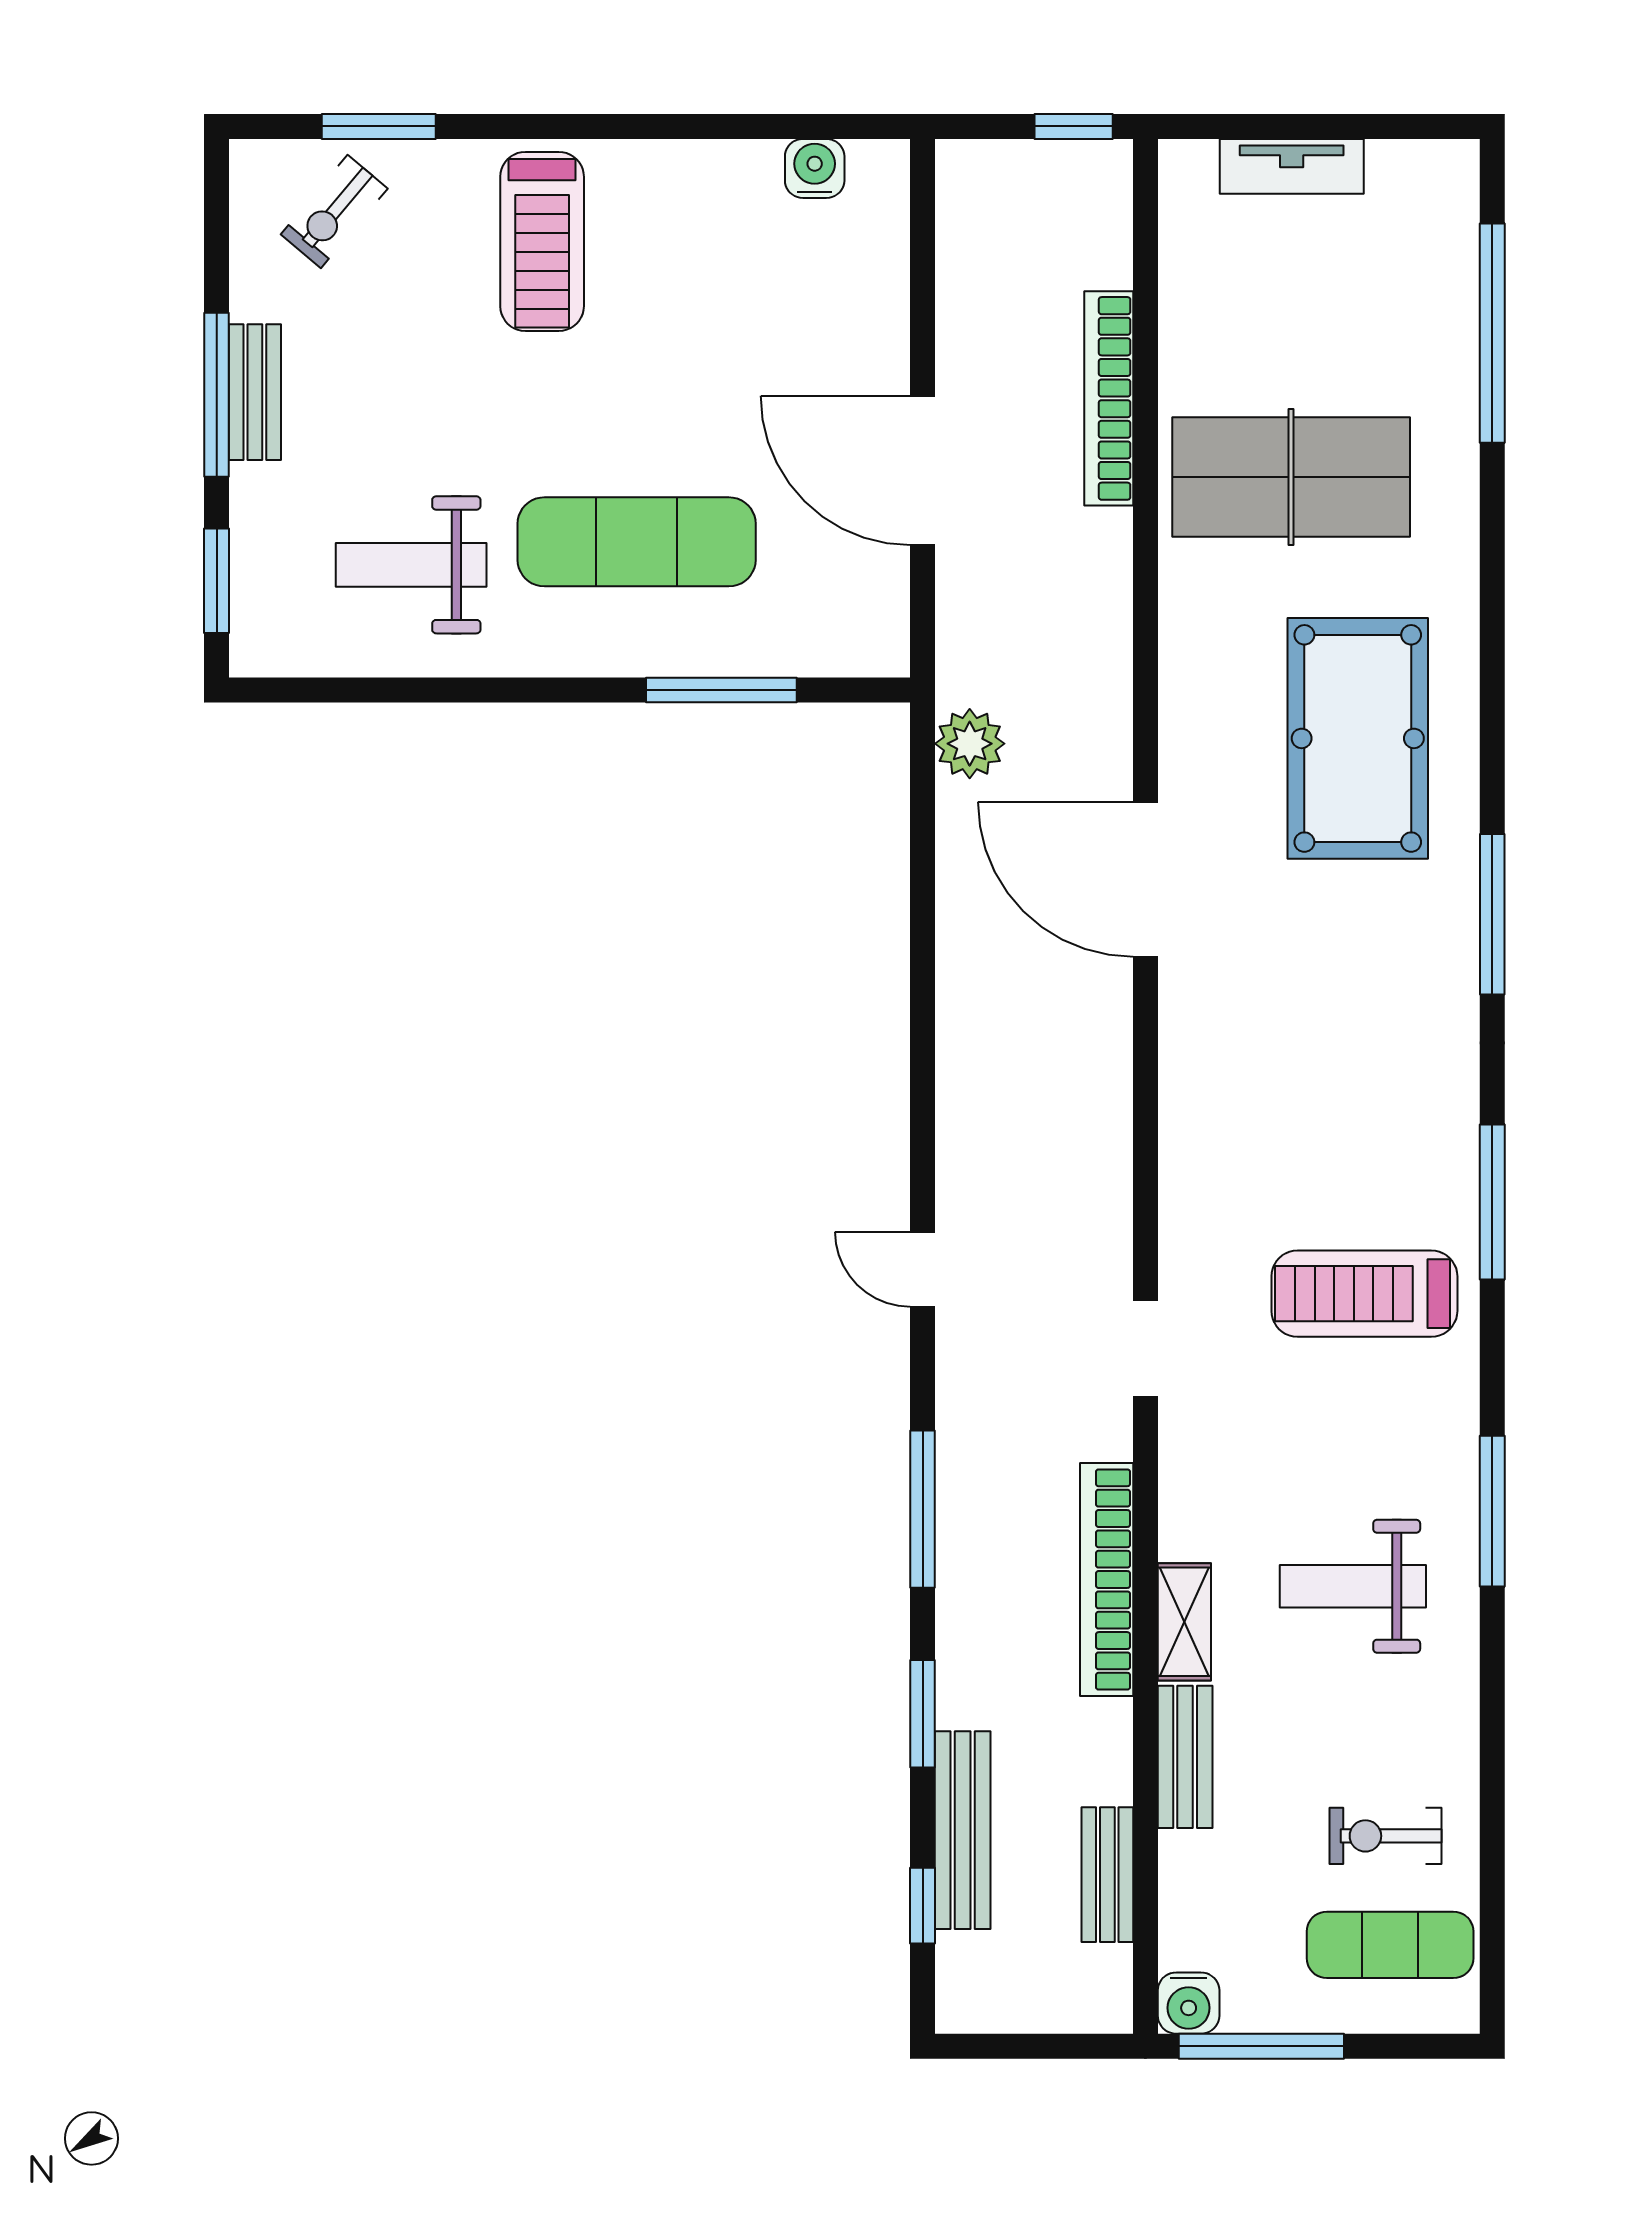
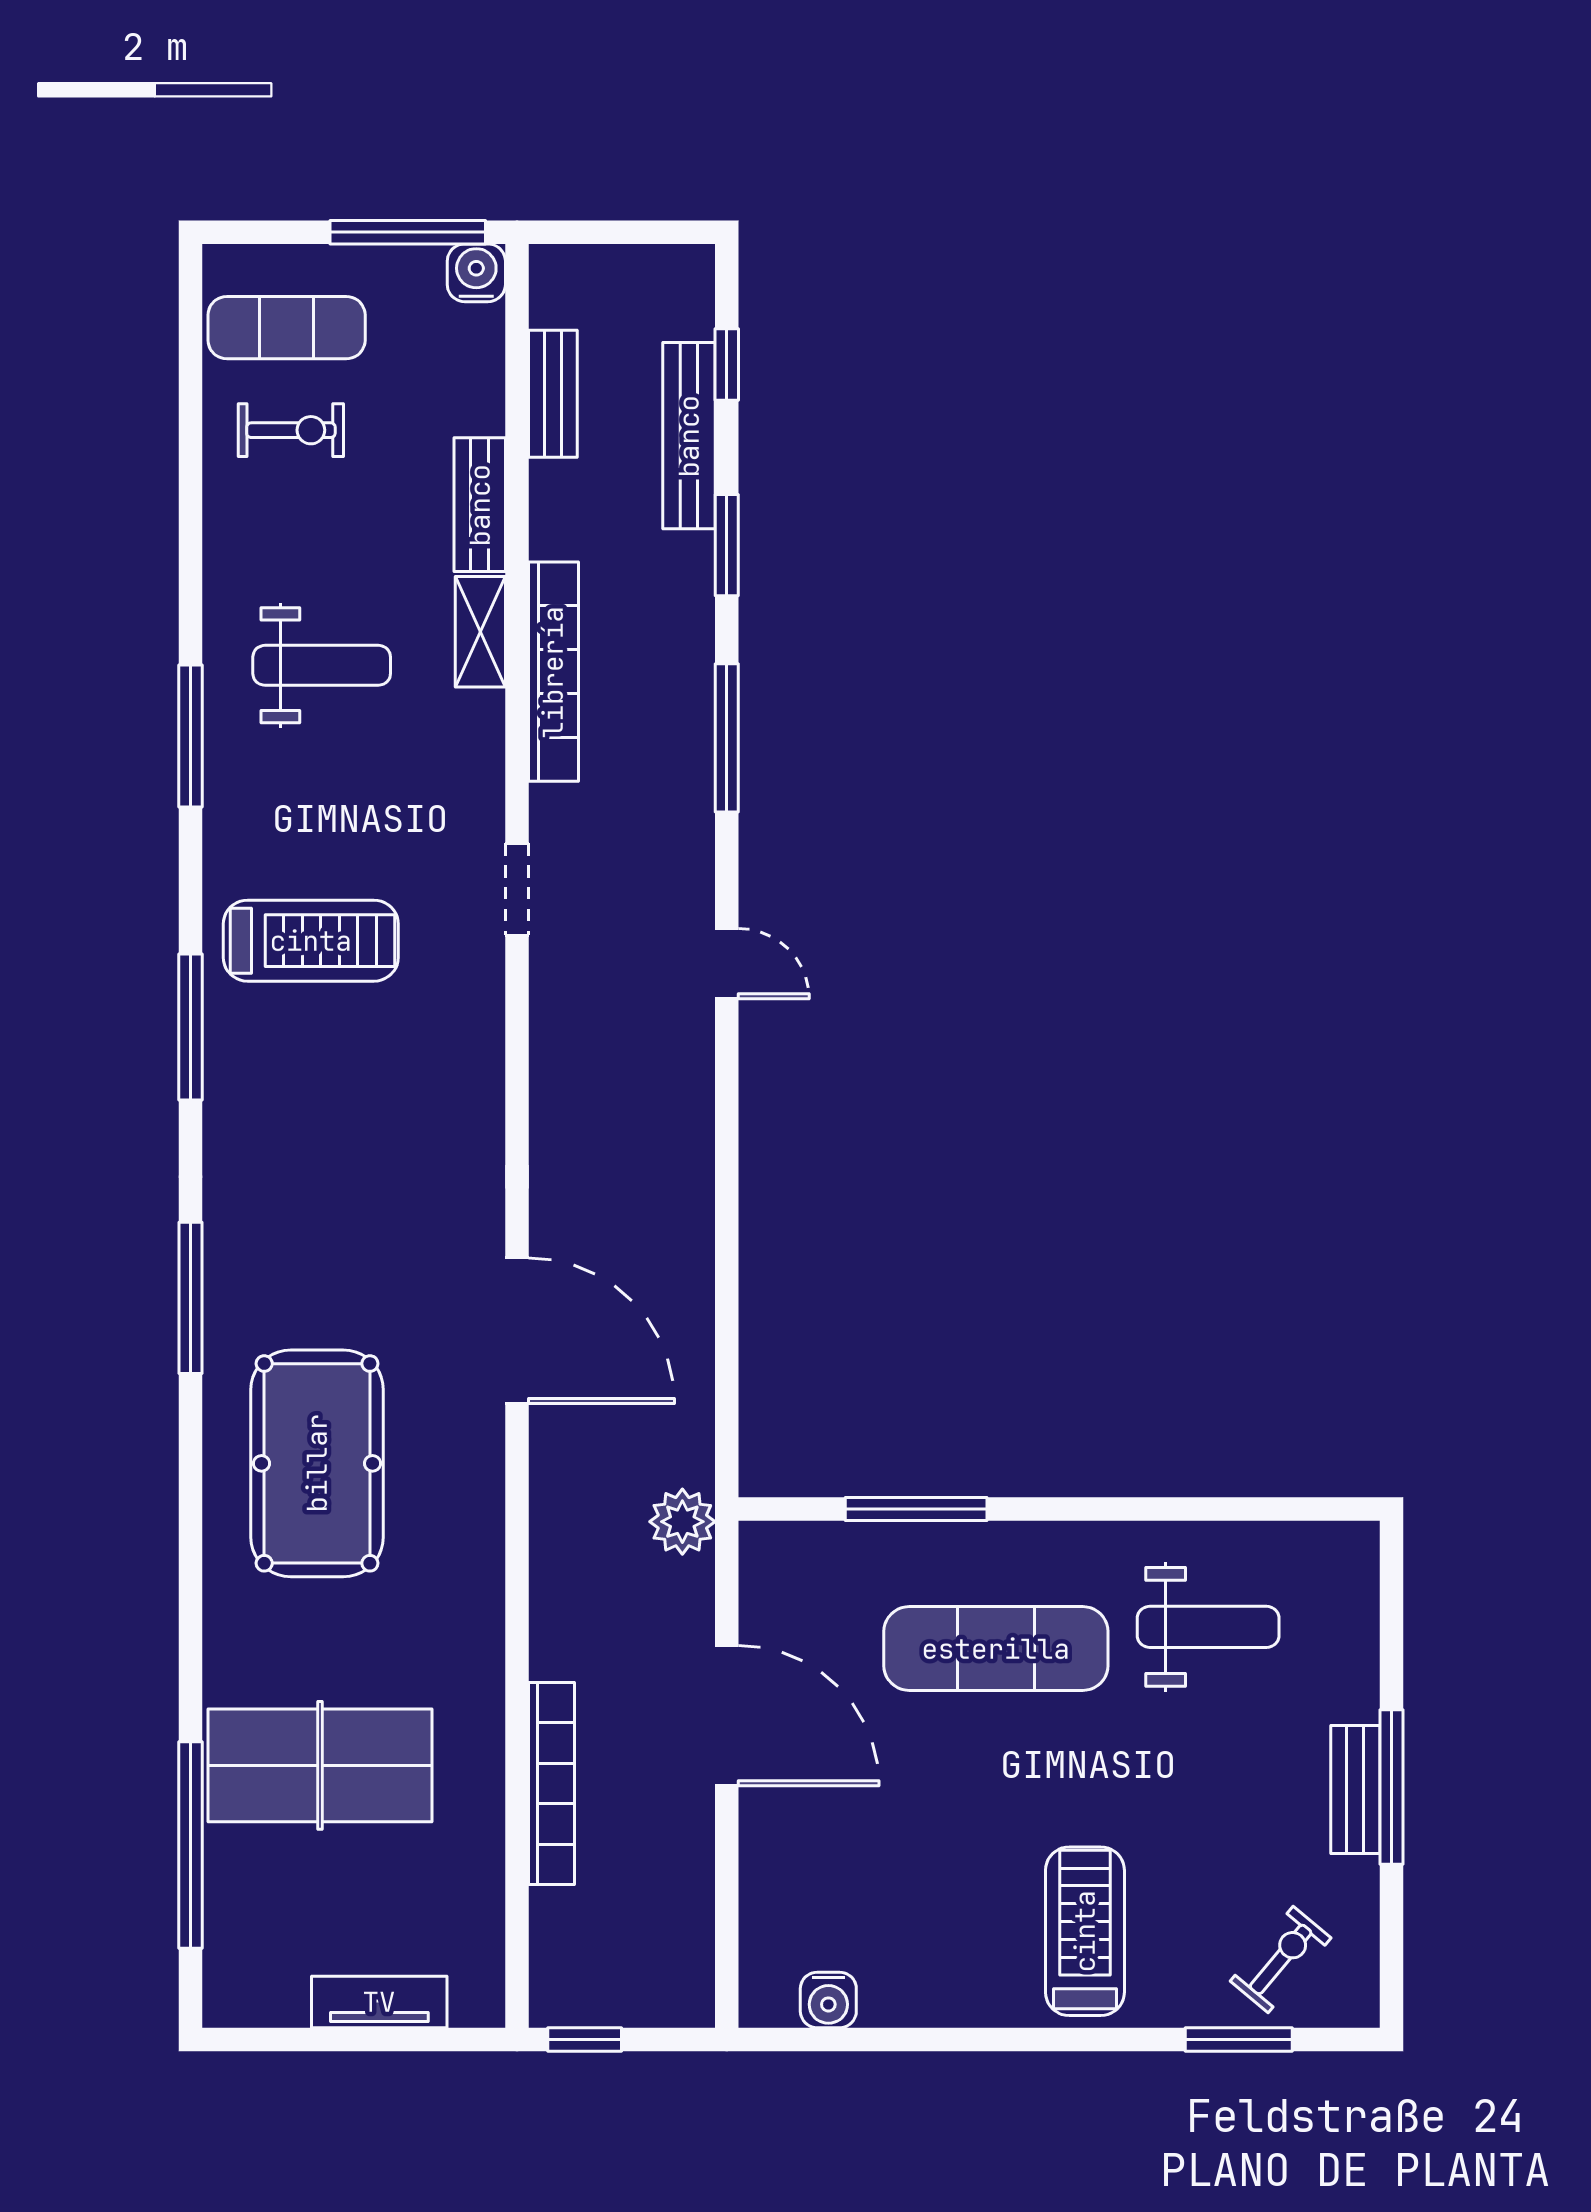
table tennis table: (1291, 477) -> (320, 1765), moved
window: (217, 581) -> (1391, 1612), removed
plant: (970, 744) -> (682, 1522), moved

